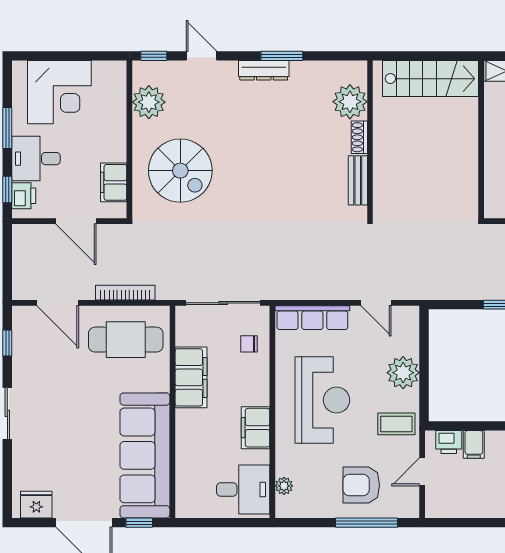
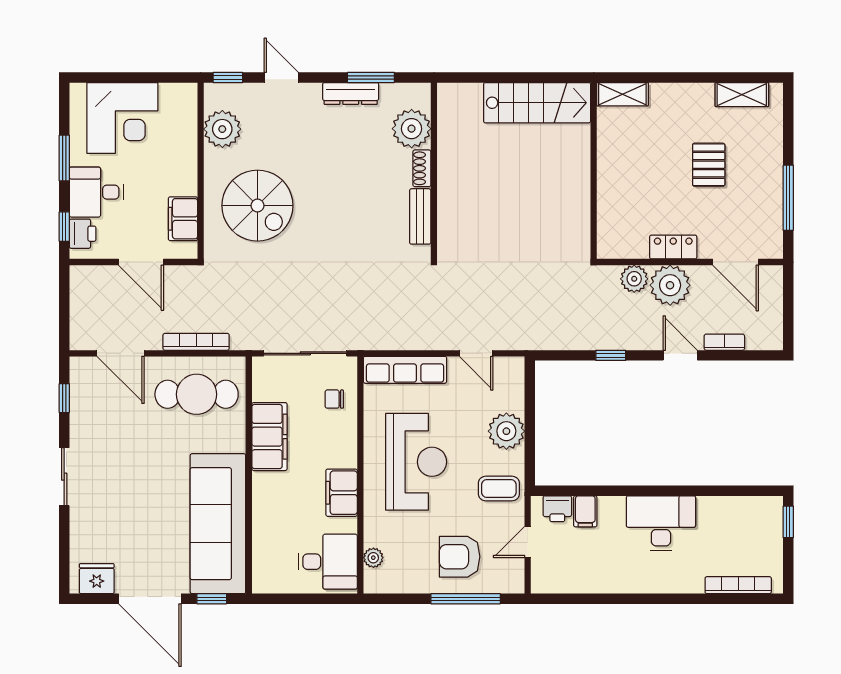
plant: (350, 102) -> (412, 129), moved
shoe rack: (359, 137) -> (422, 168), moved
wall: (370, 139) -> (434, 171), moved
bench: (358, 180) -> (420, 216), moved

